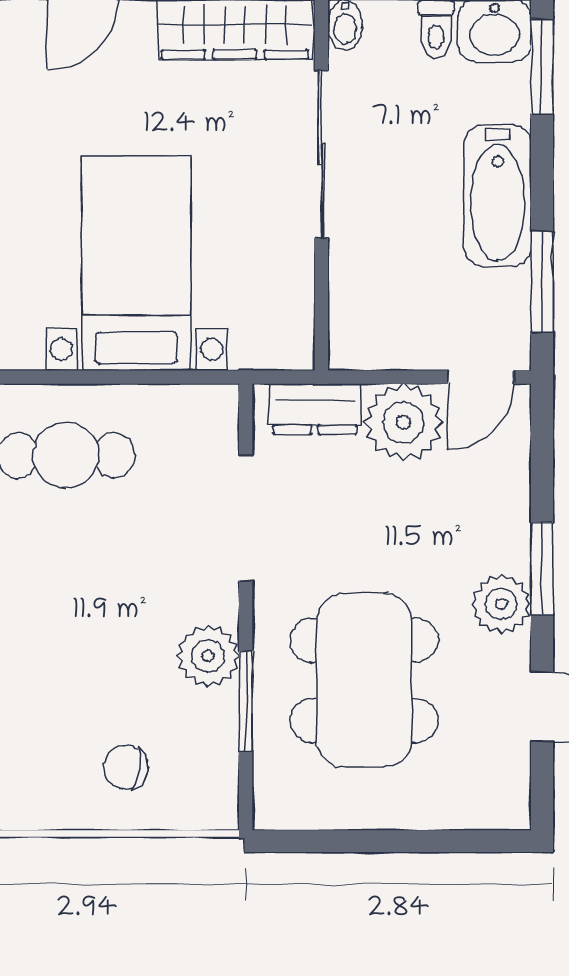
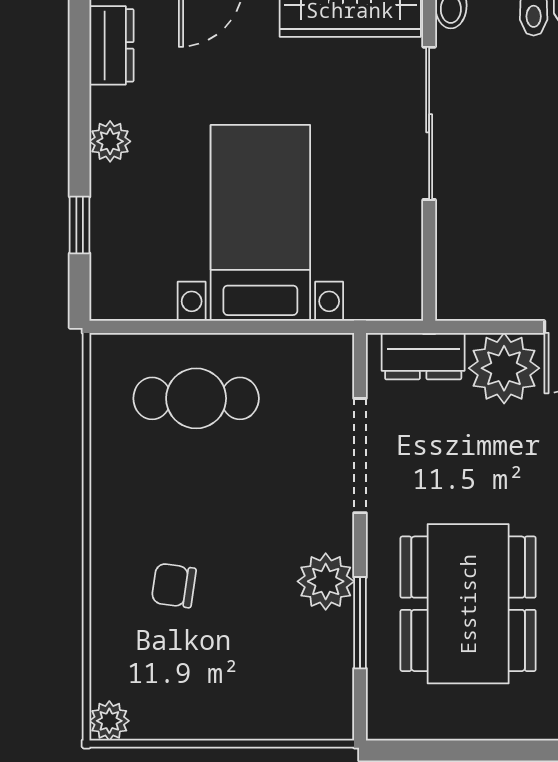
chair: (126, 767) -> (174, 585), moved

